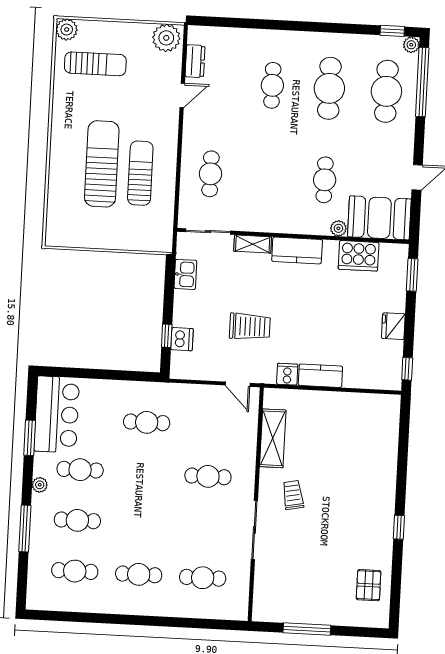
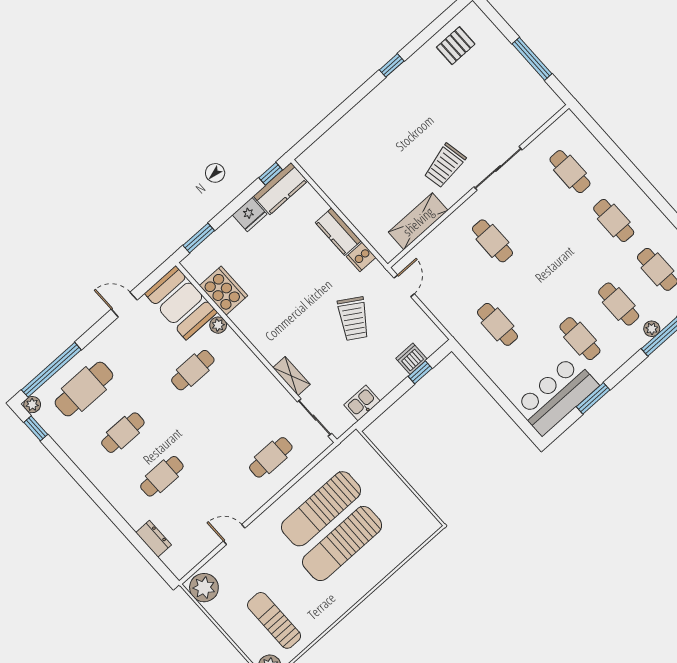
dresser: (195, 61) -> (154, 539), moved, turned 90
cafe table: (329, 88) -> (123, 433), width x0.73, depth x0.74
sun lounger: (140, 173) -> (321, 509), width x1.36, depth x1.34
kitchen counter: (297, 250) -> (280, 189), moved, turned 90
trolley: (250, 326) -> (353, 319), turned -148
plant: (40, 485) -> (652, 329), moved
trolley: (293, 495) -> (445, 166), width x1.36, depth x1.39

